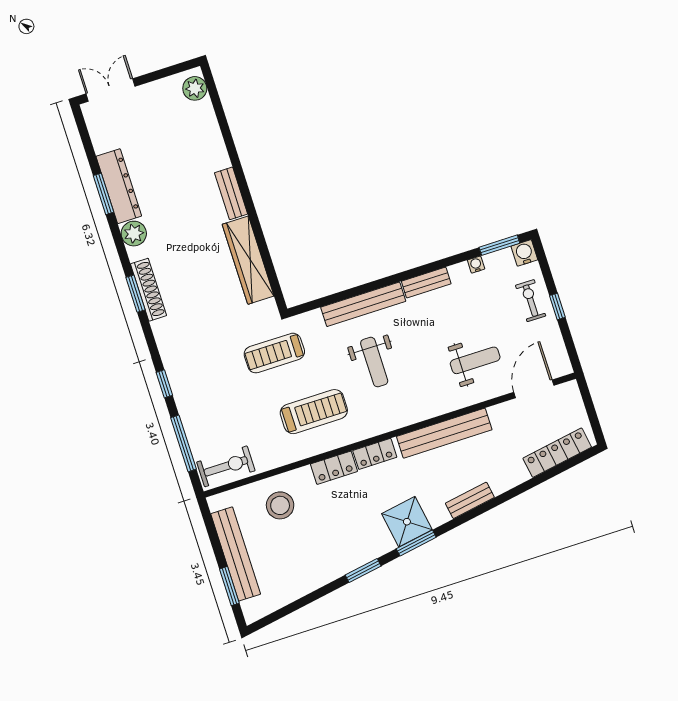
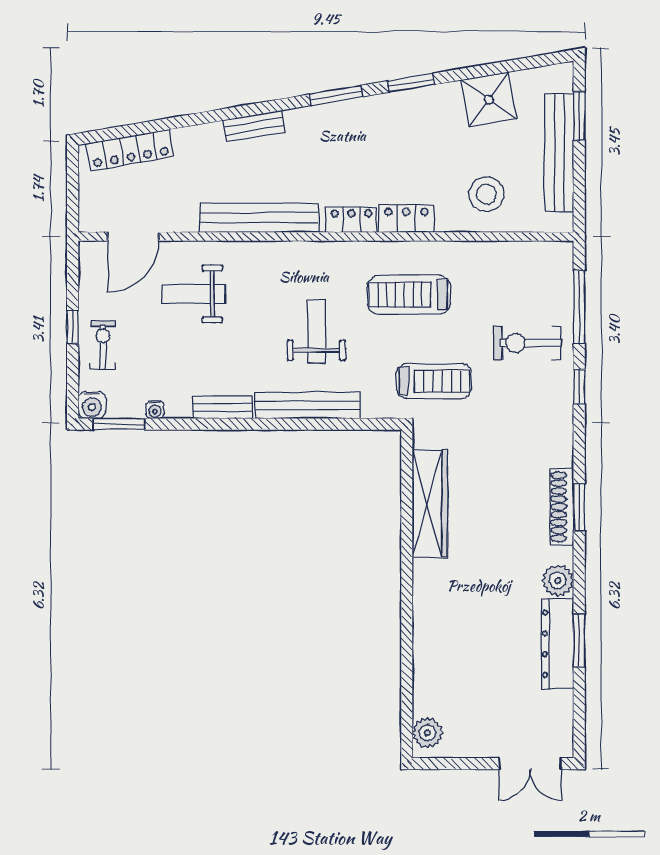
bench: (231, 193) -> (424, 591), removed
exercise bike: (531, 301) -> (103, 345), turned 180
exercise bike: (226, 466) -> (527, 343), moved
shower: (407, 522) -> (489, 100), moved

